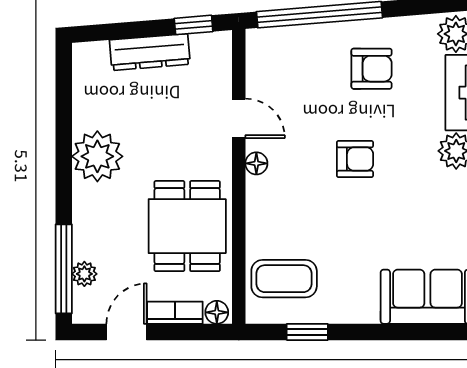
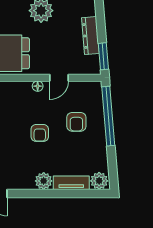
window: (194, 25) -> (103, 56), width x1.50
armchair: (372, 69) -> (76, 122), moved

